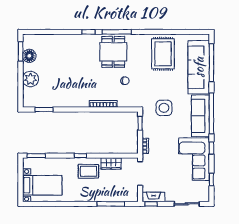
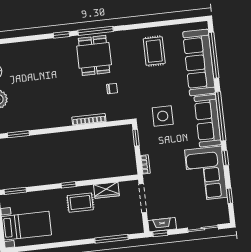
rug: (163, 54) -> (154, 51), width x0.73, depth x0.70

